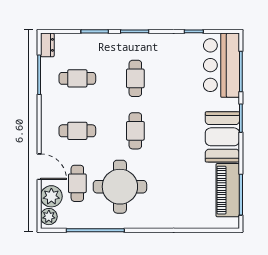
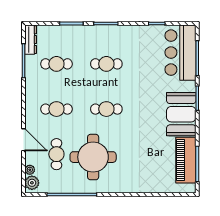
dresser: (47, 45) -> (31, 40), width x1.44
cafe table: (135, 78) -> (106, 64), turned 90
cafe table: (135, 131) -> (106, 109), turned 90
plant: (51, 196) -> (30, 170), width x0.53, depth x0.53

